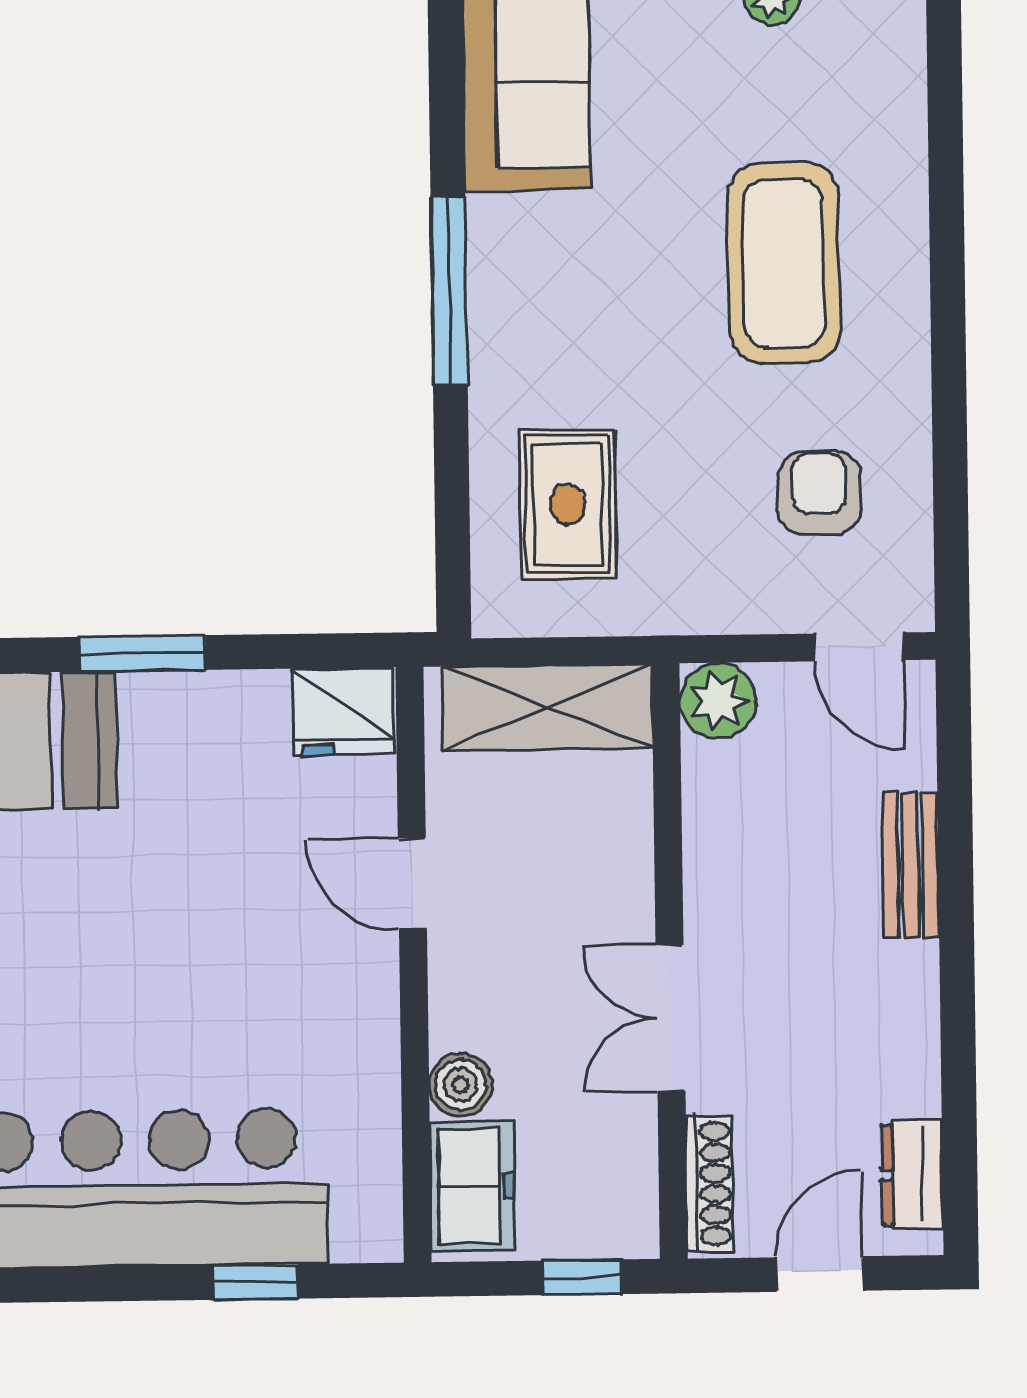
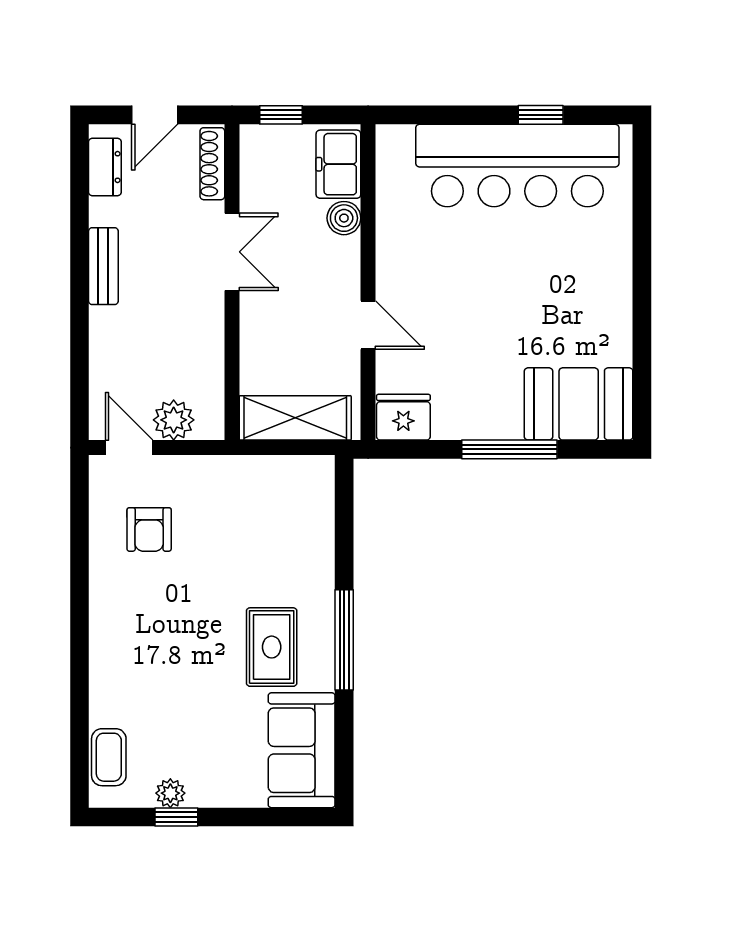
coffee table: (784, 263) -> (109, 757), moved, width x0.54, depth x0.58
rug: (568, 504) -> (272, 647), moved
window: (143, 653) -> (509, 449), width x1.44
plant: (718, 701) -> (174, 420), moved
bench: (911, 865) -> (103, 266), moved
window: (255, 1282) -> (541, 115), moved

